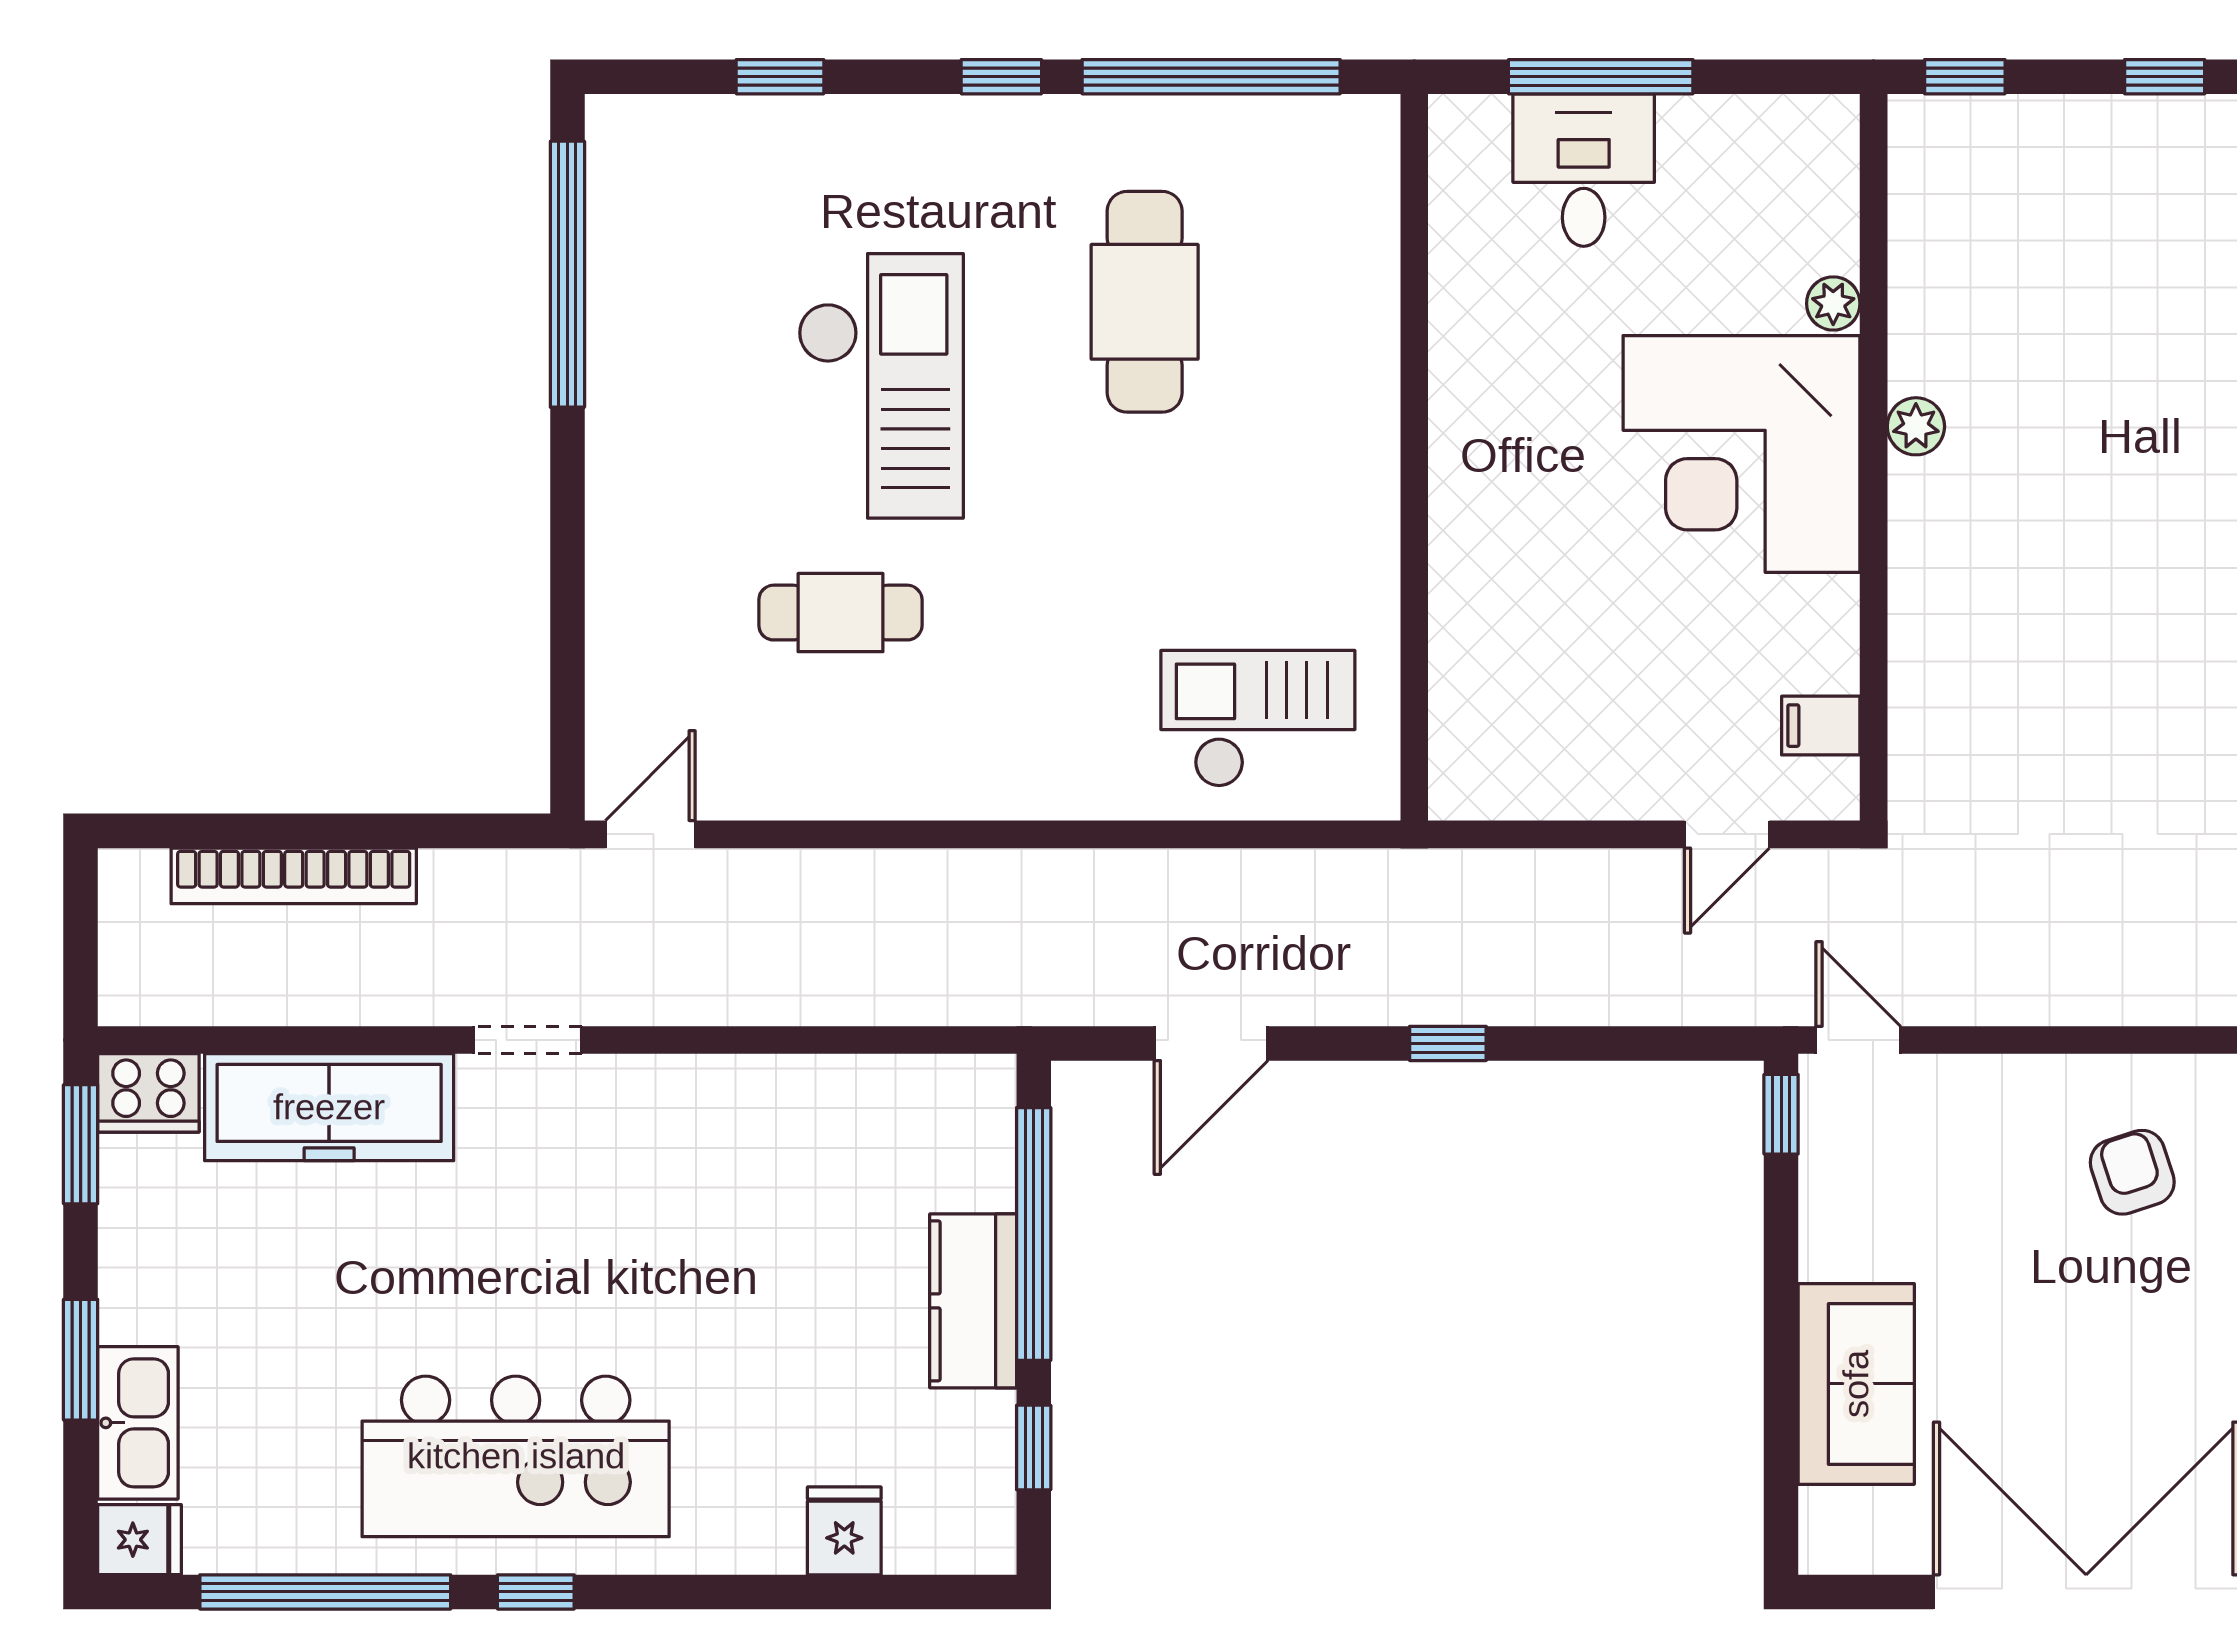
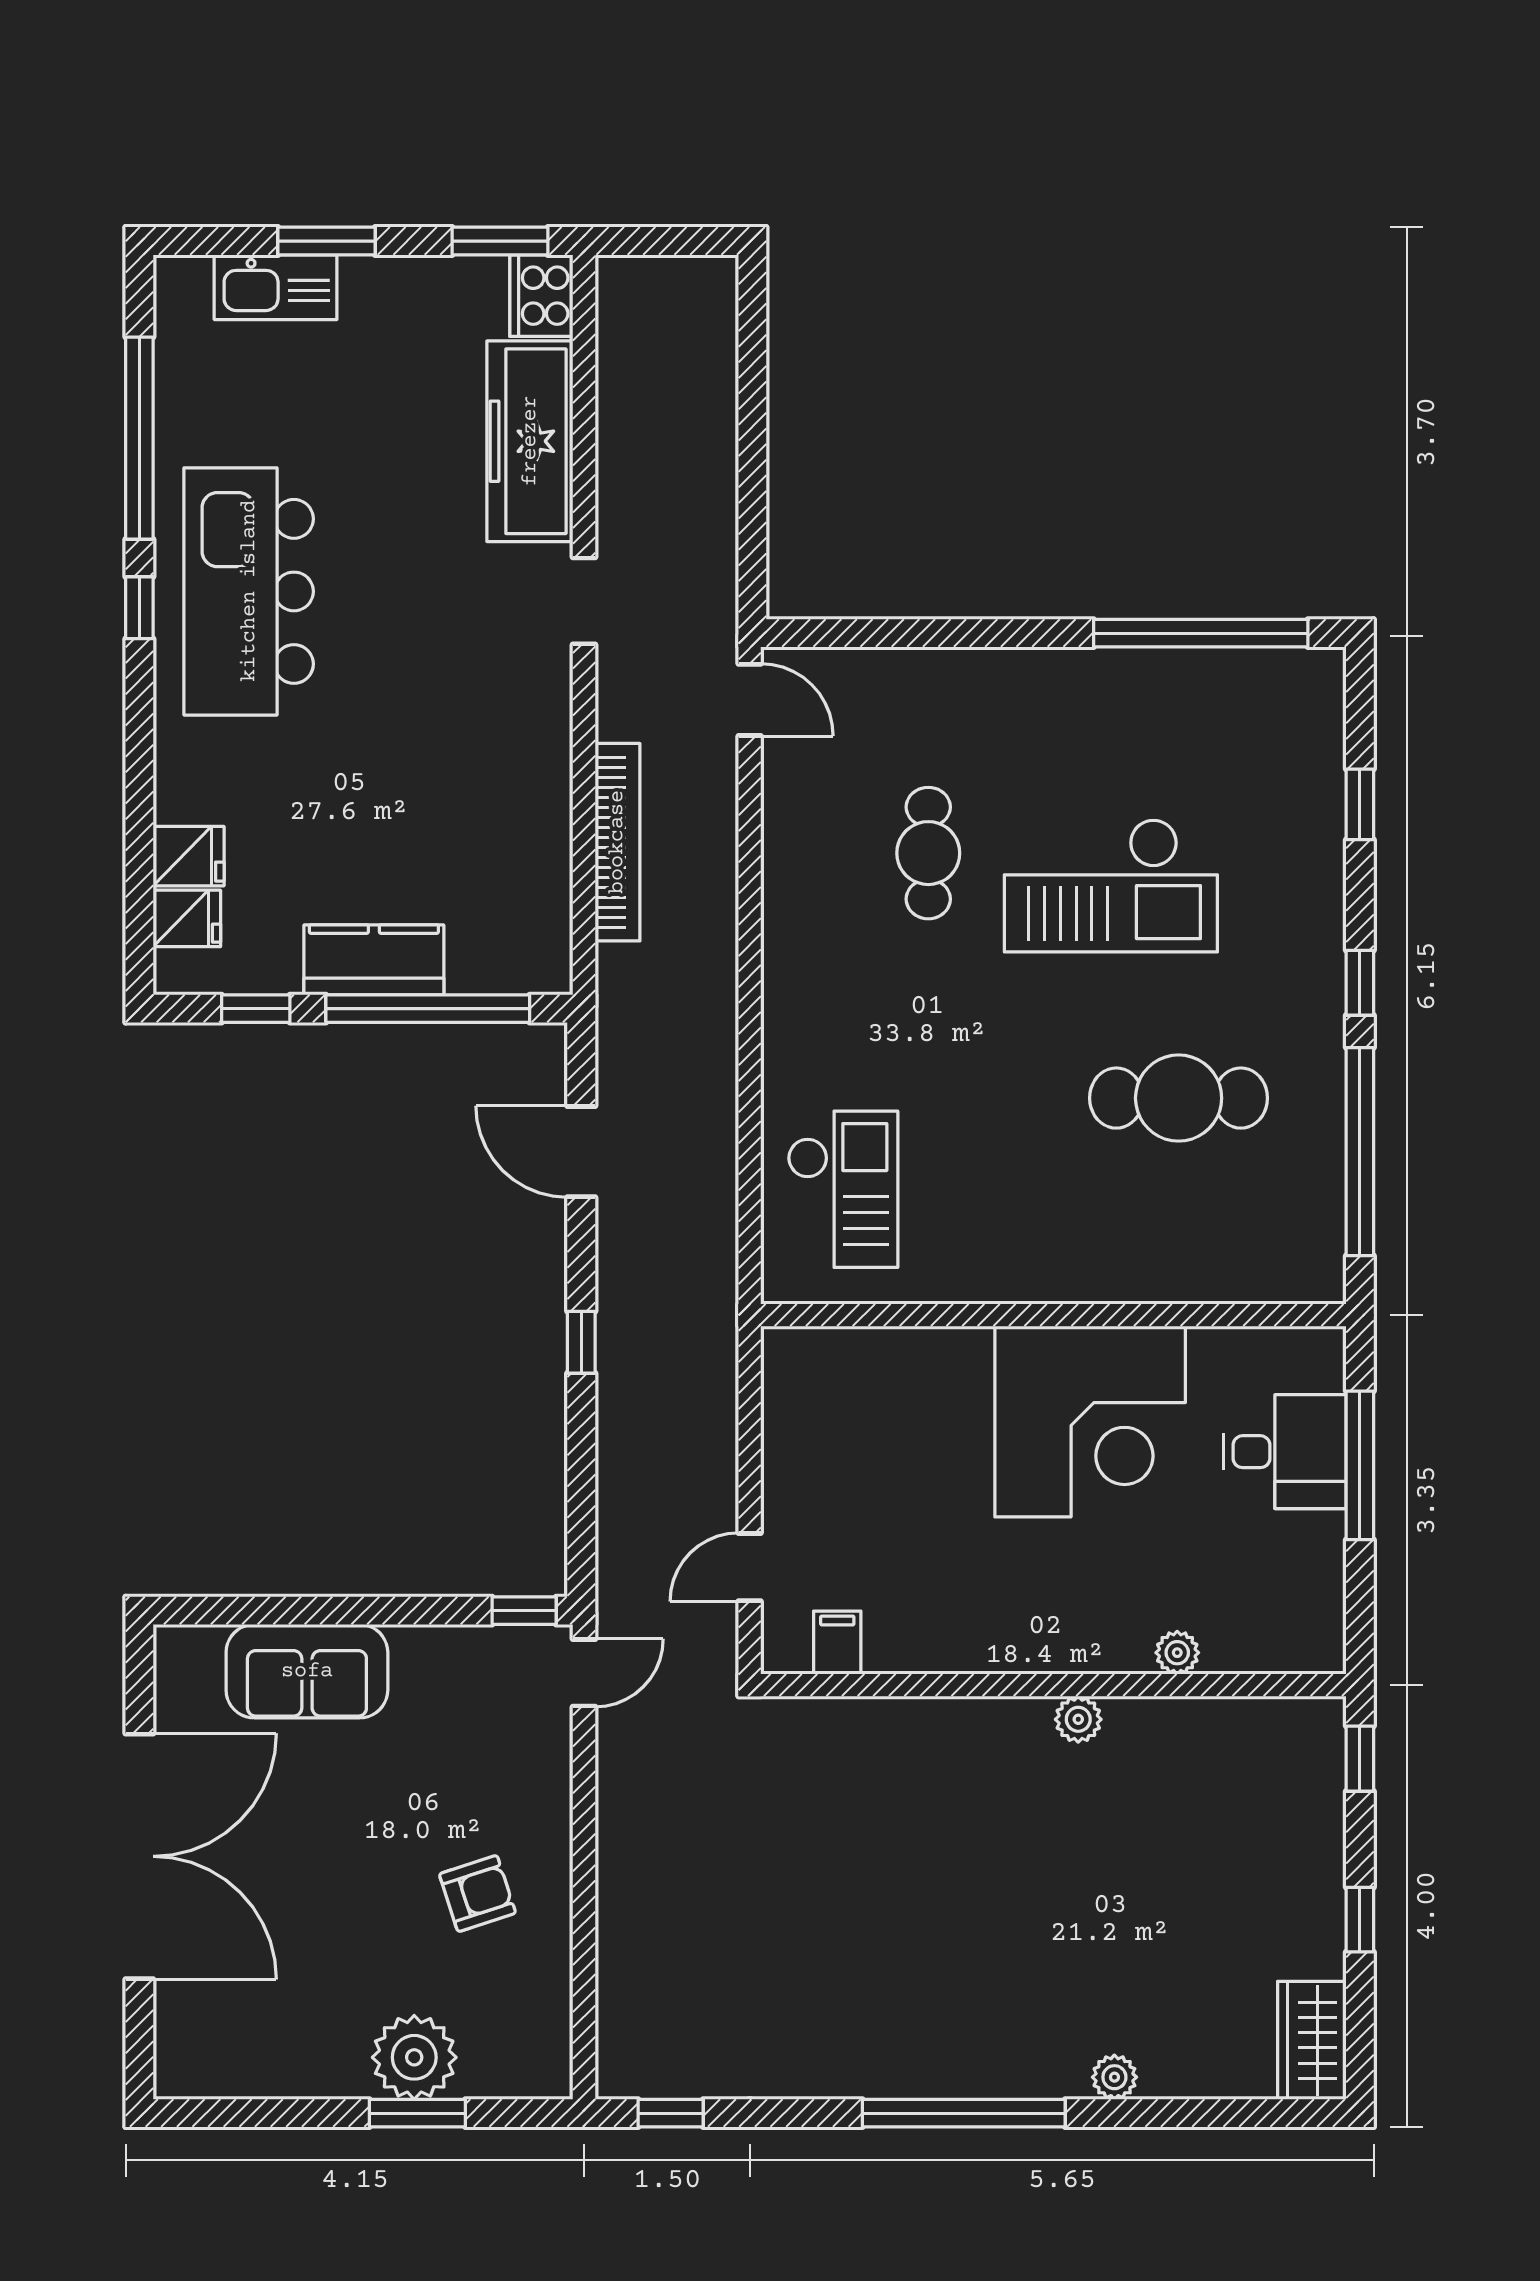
corner desk: (1741, 454) -> (1090, 1422), moved, turned 180
door: (1727, 834) -> (750, 1567), hinge flipped
bookcase: (294, 876) -> (617, 842), moved, turned 180
fridge: (140, 1540) -> (187, 918), moved, turned -90

